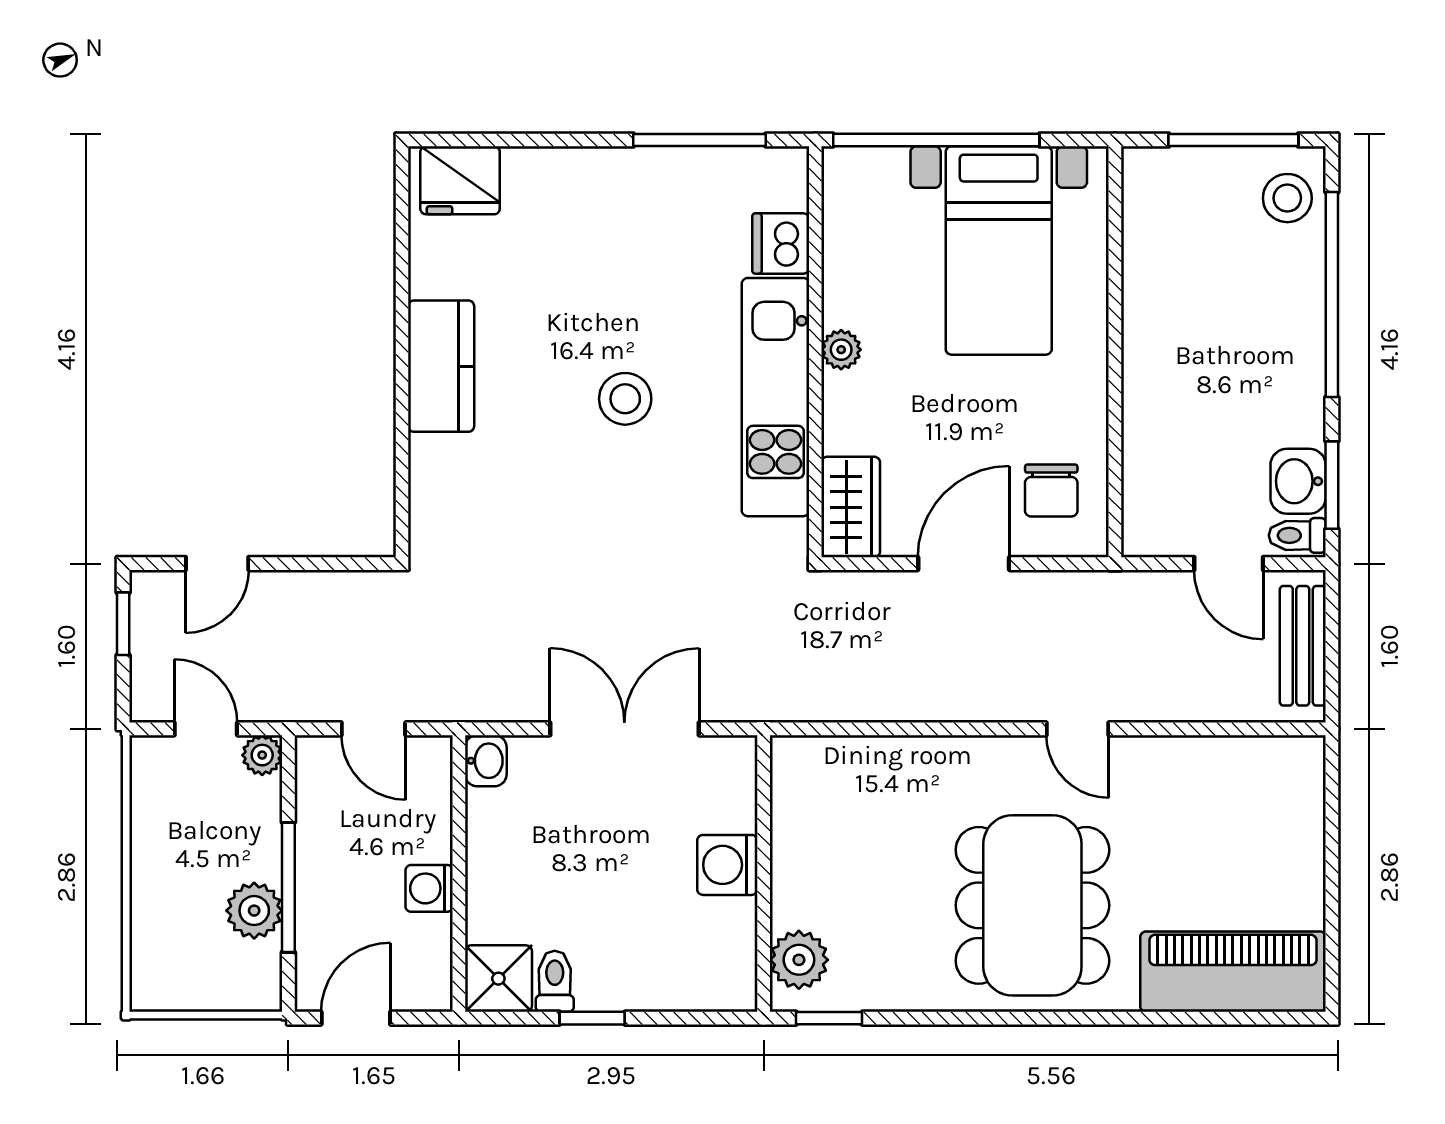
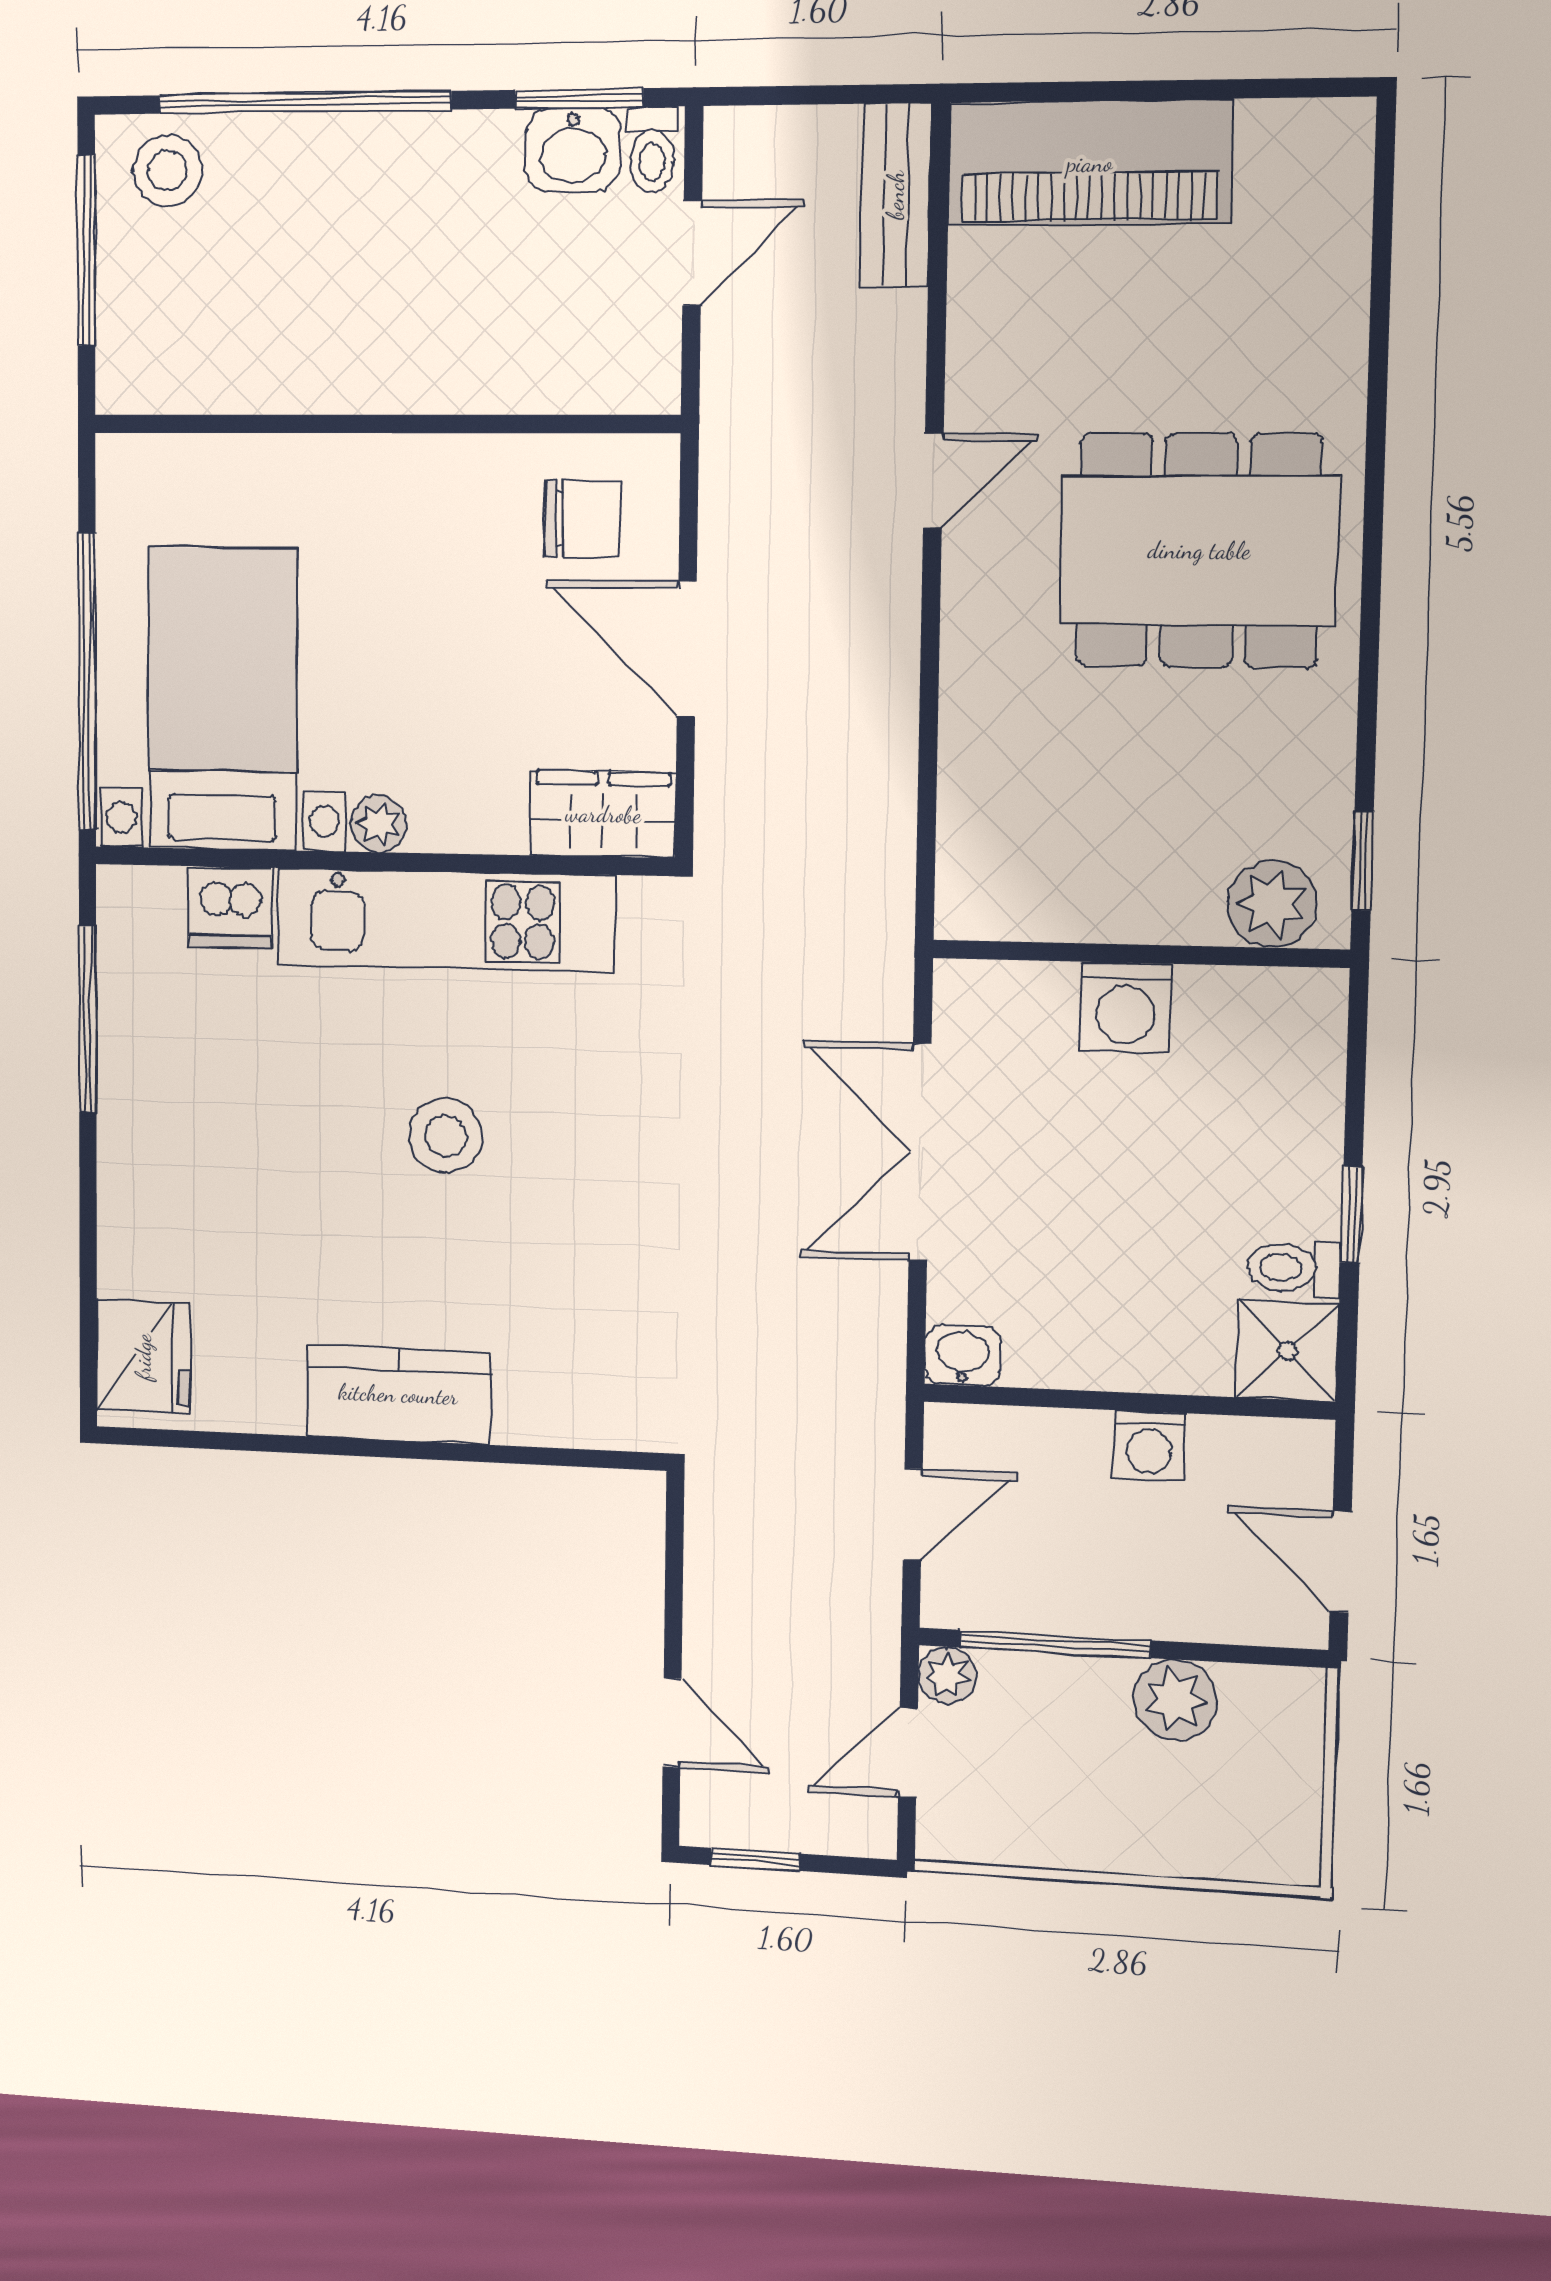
bed with nightstands: (999, 250) -> (222, 699), moved, turned -90
bench: (1303, 646) -> (895, 195), moved, turned 90
window: (288, 887) -> (1055, 1644), moved
piano: (1233, 972) -> (1090, 163), moved, turned -90

